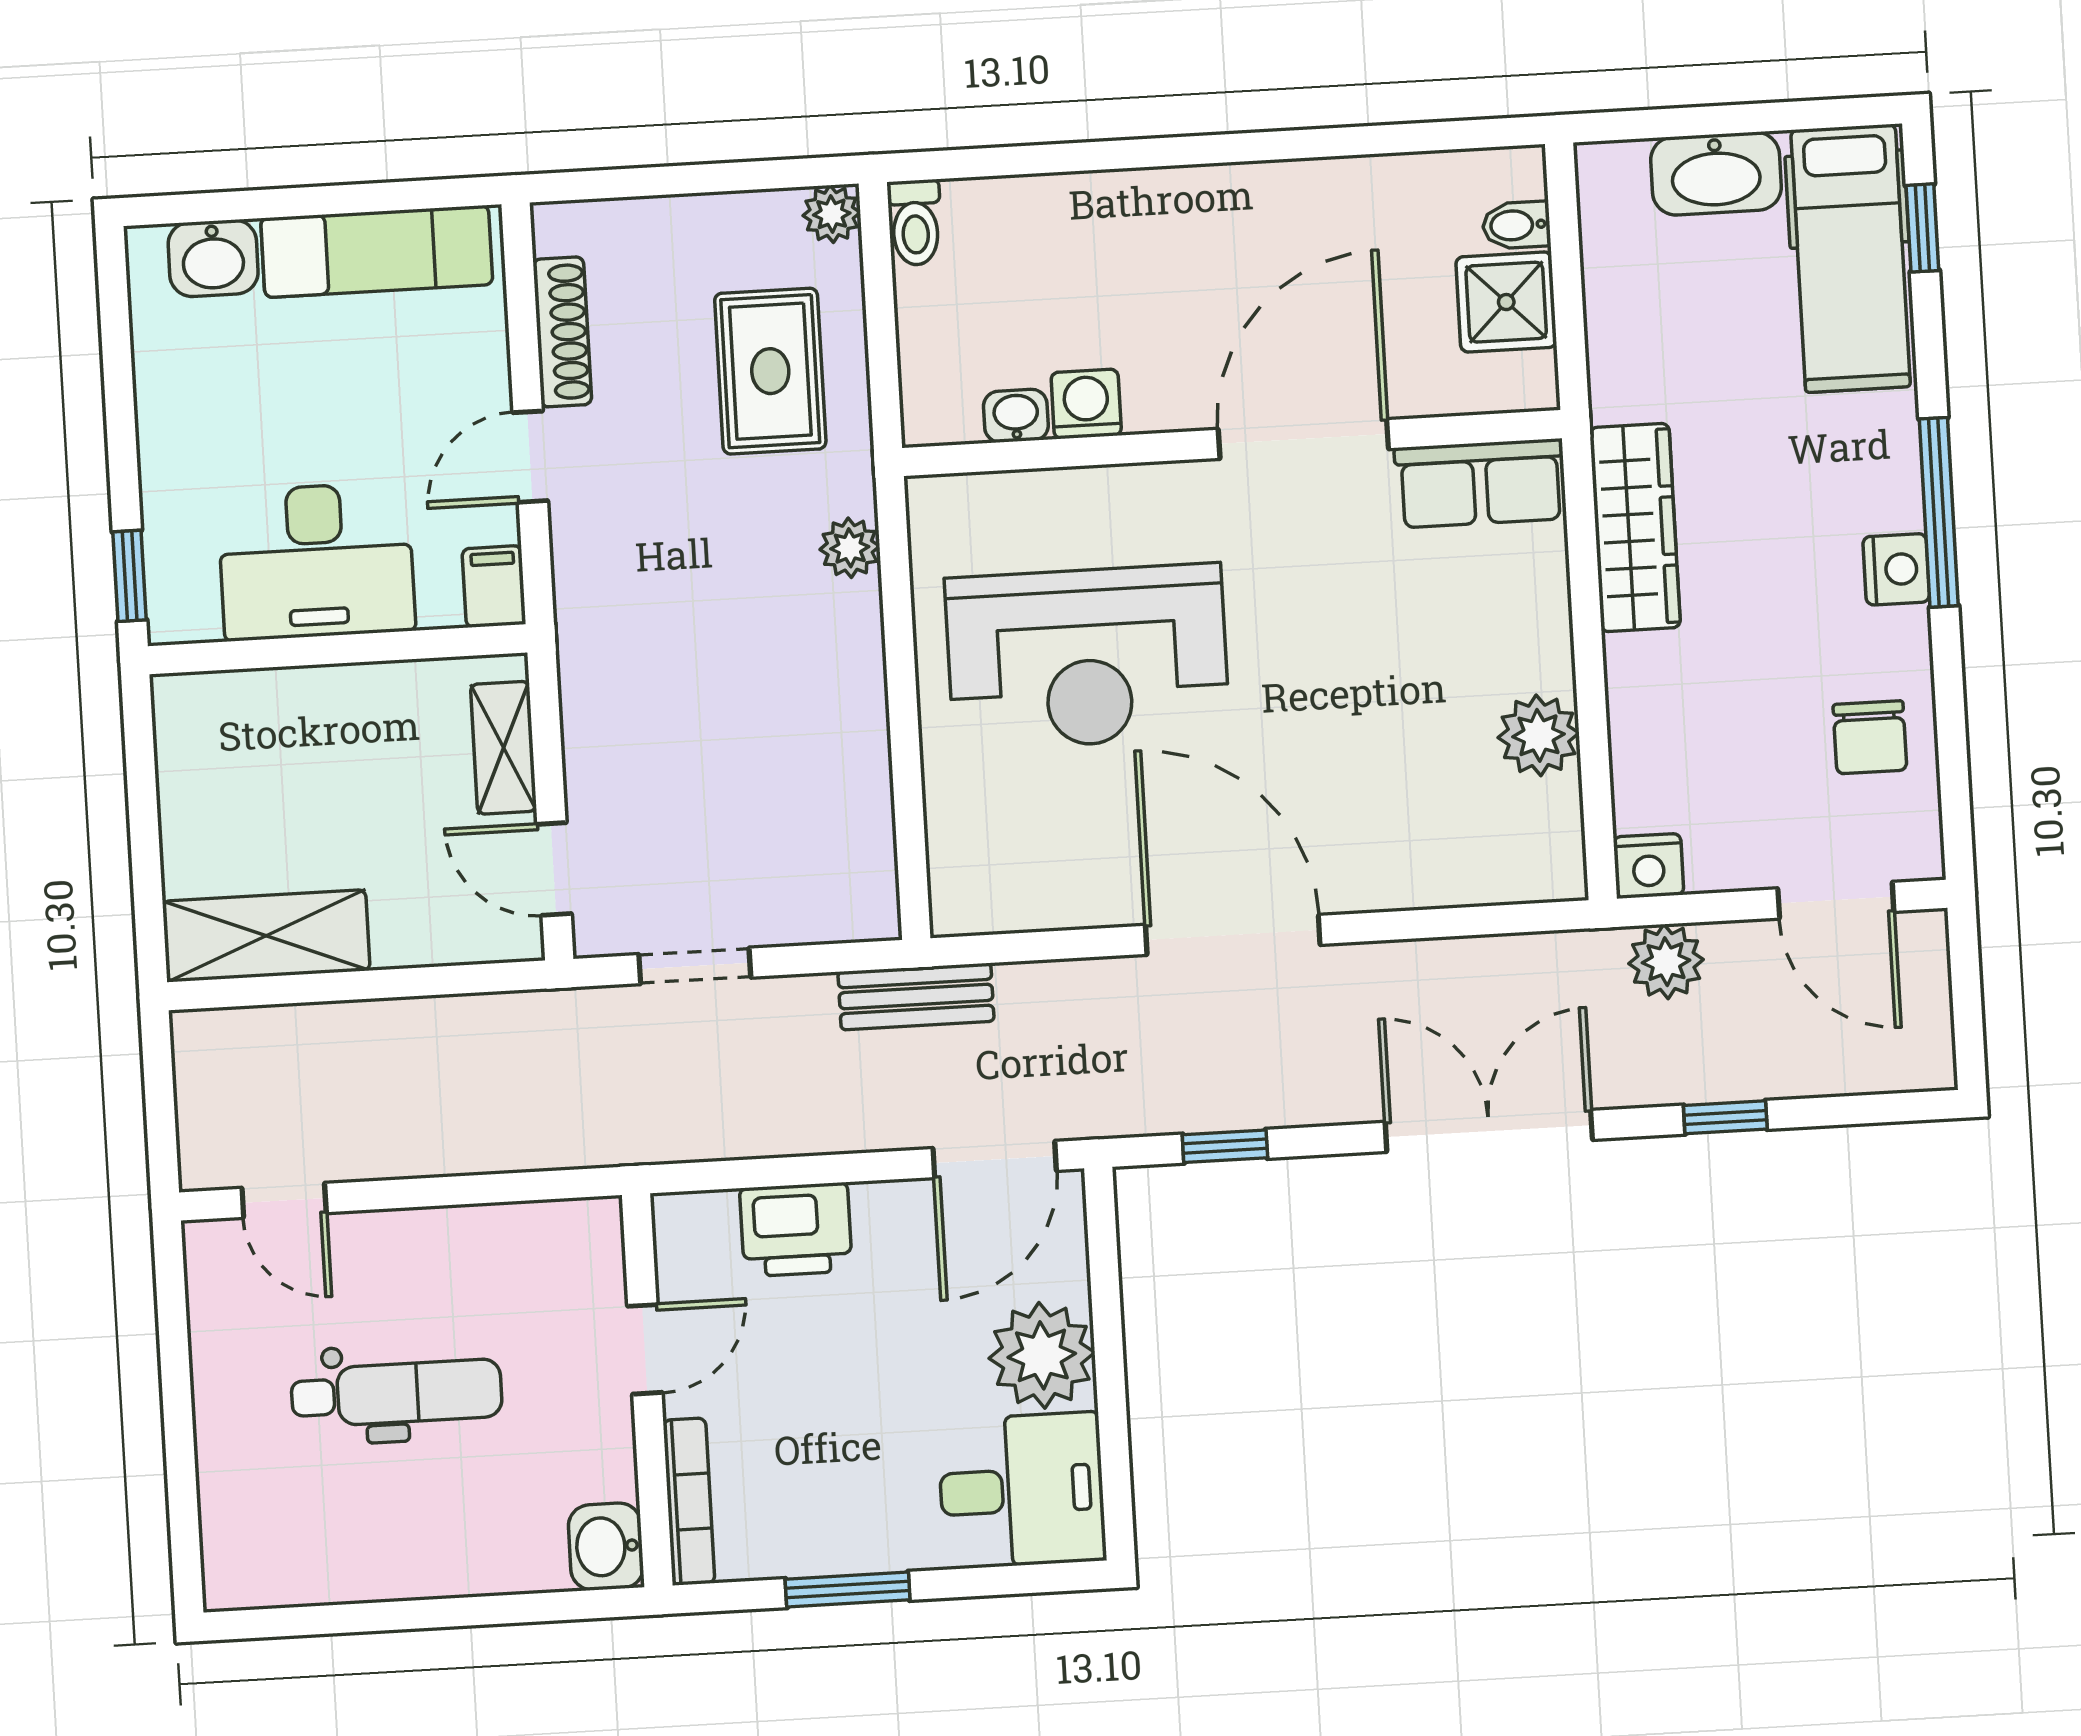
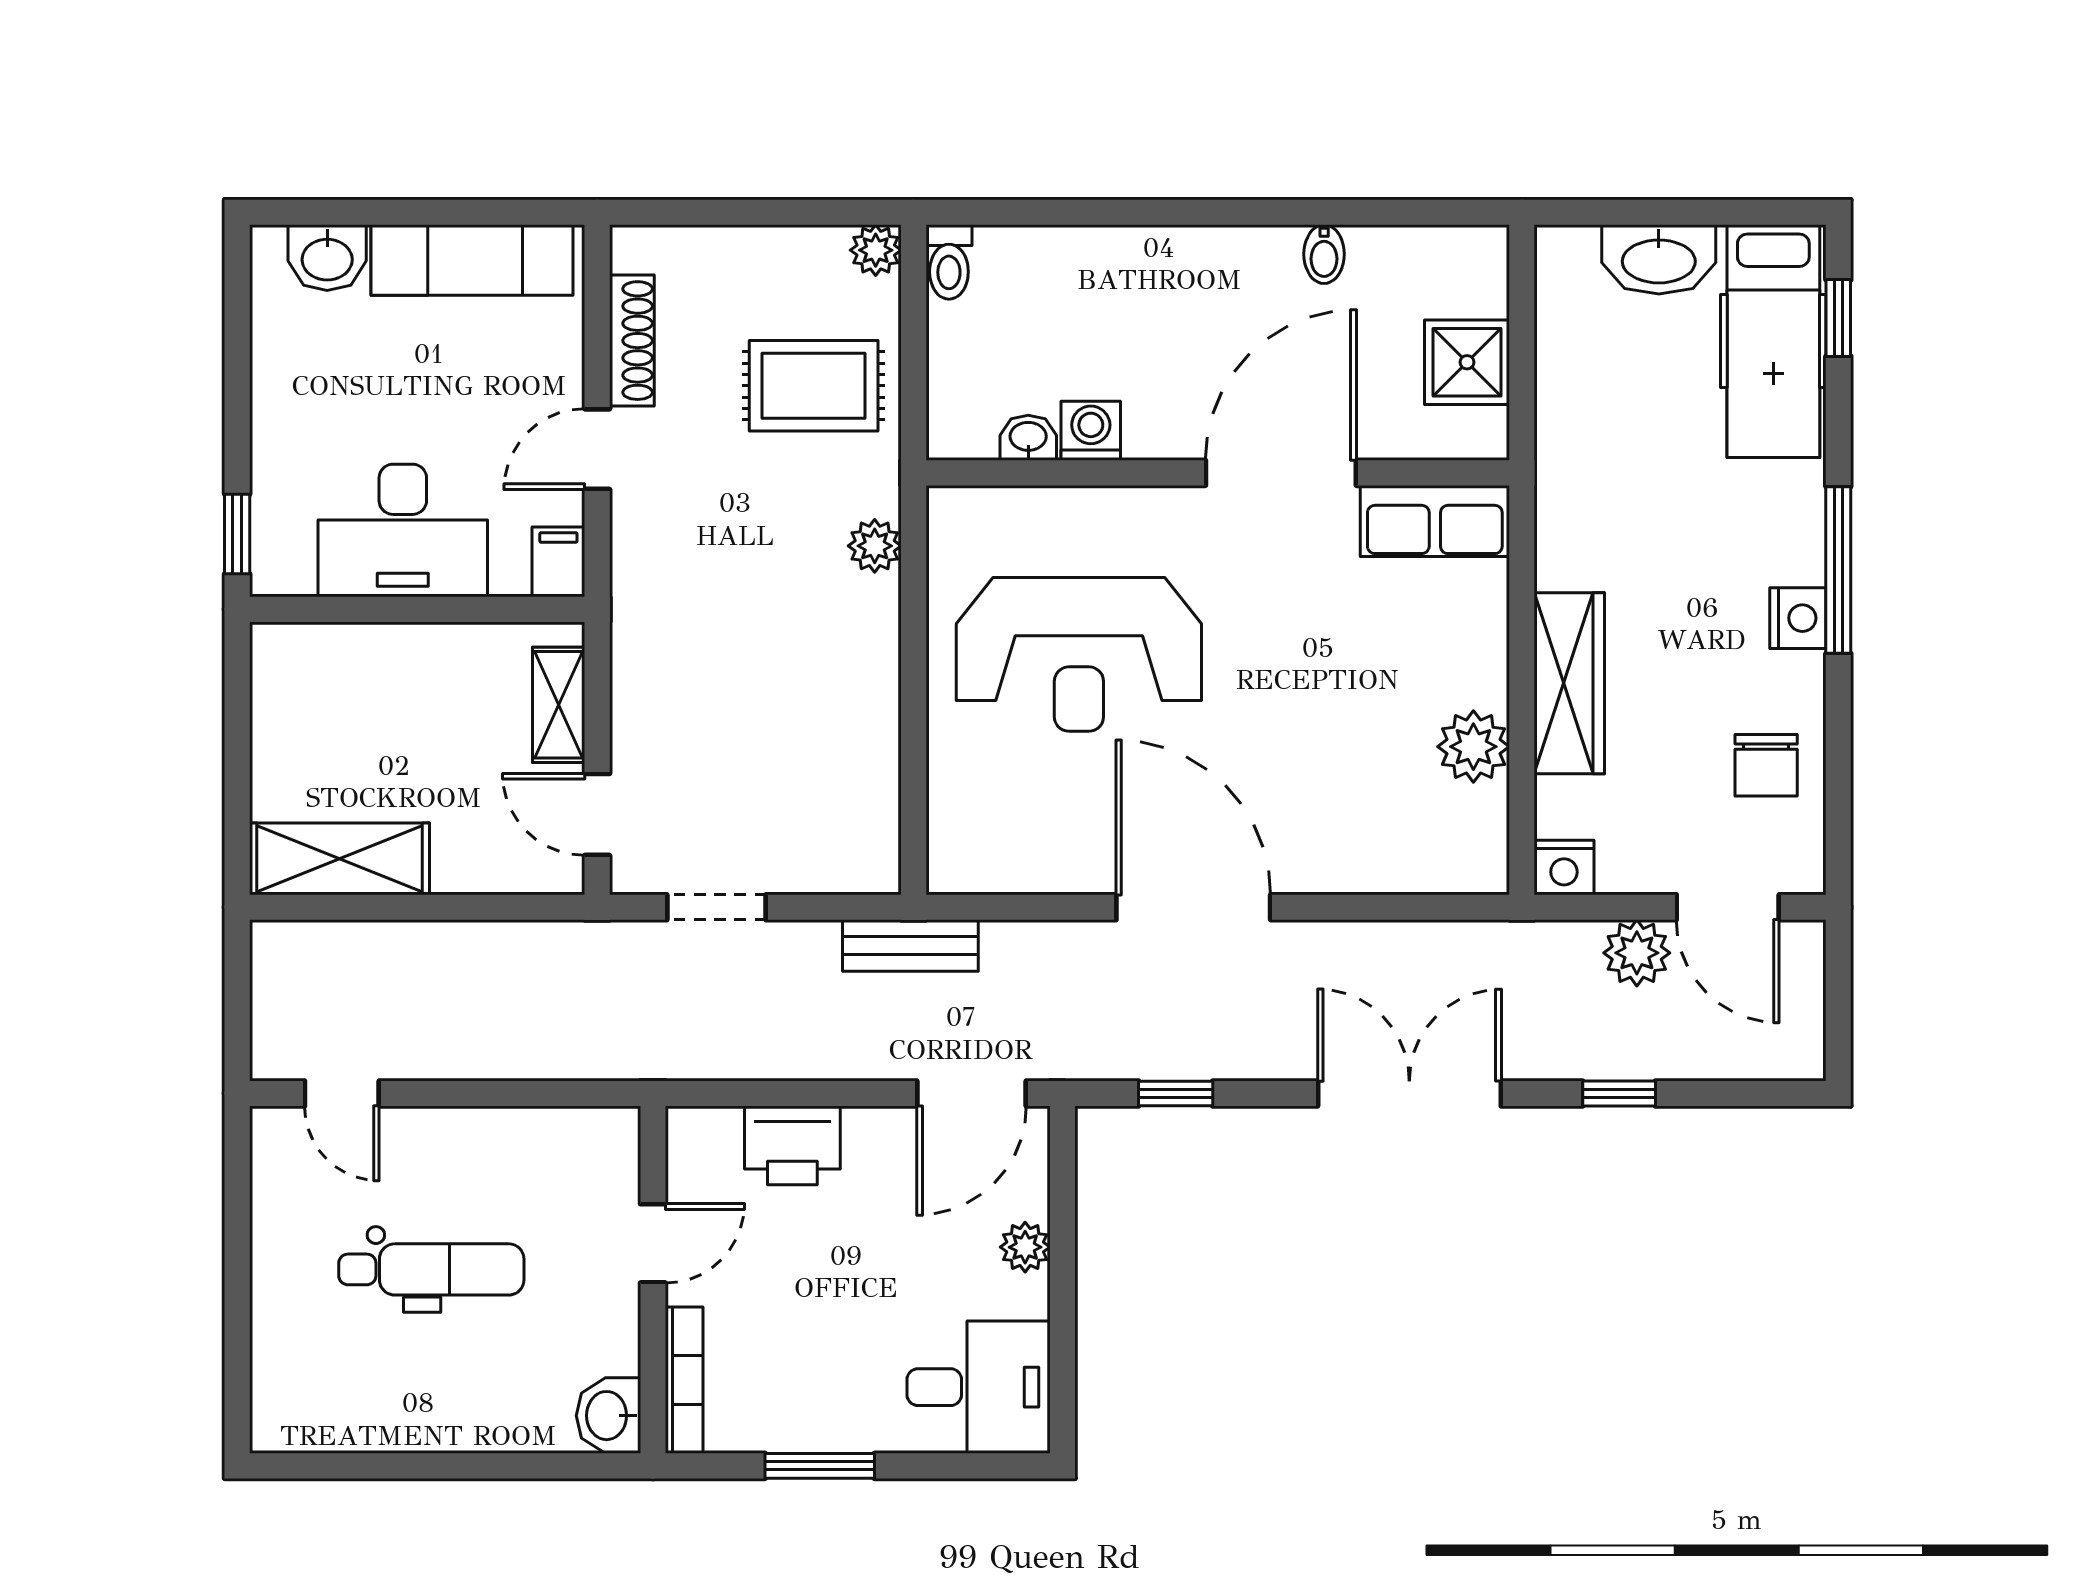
bidet: (1516, 225) -> (1324, 254), moved, turned -90
rug: (770, 371) -> (814, 386), turned 90
wardrobe: (1635, 528) -> (1569, 683), moved
plant: (1666, 962) -> (1637, 953), moved
plant: (1042, 1355) -> (1025, 1247), width x0.53, depth x0.53

